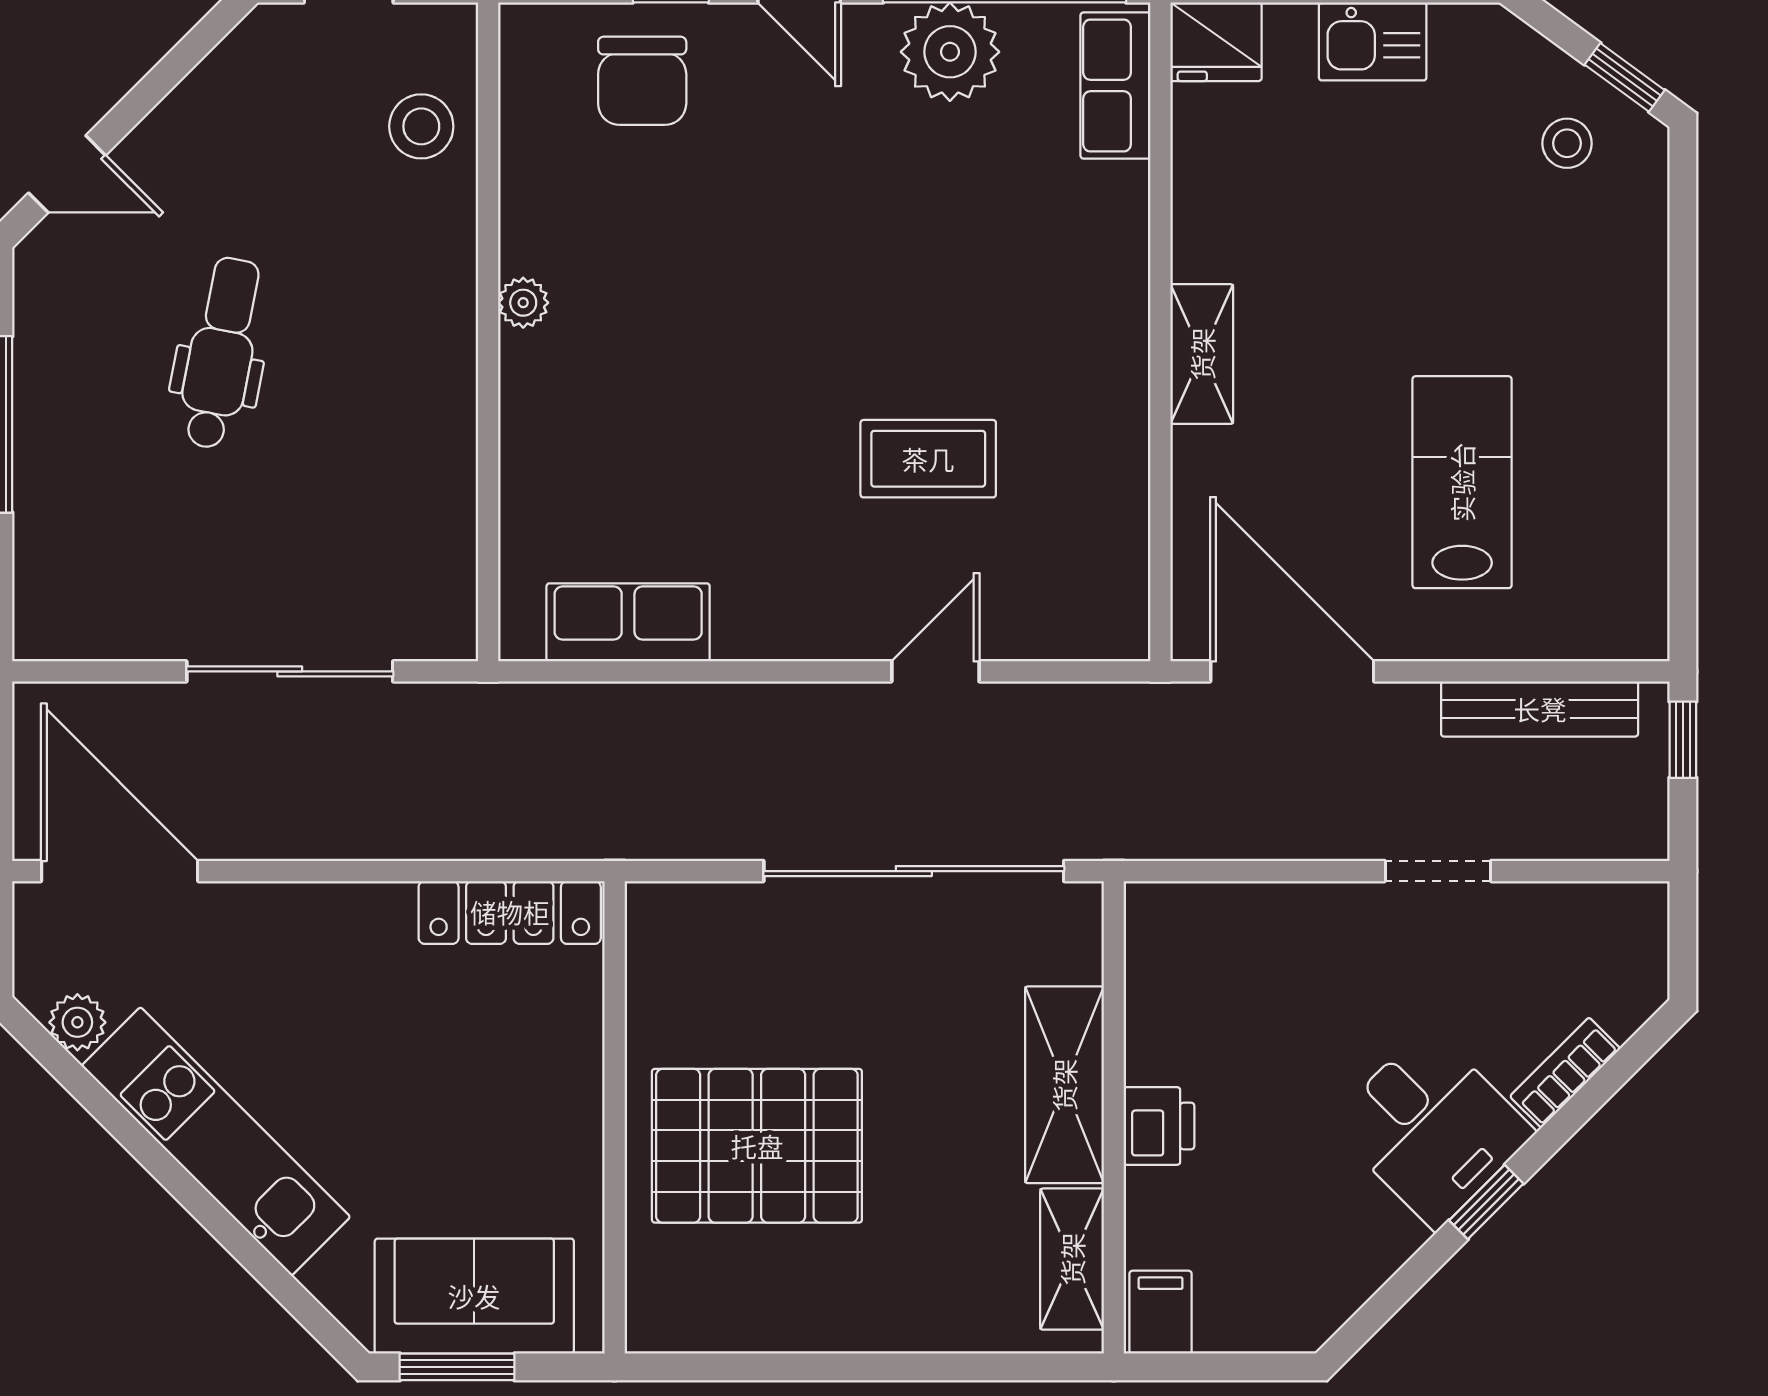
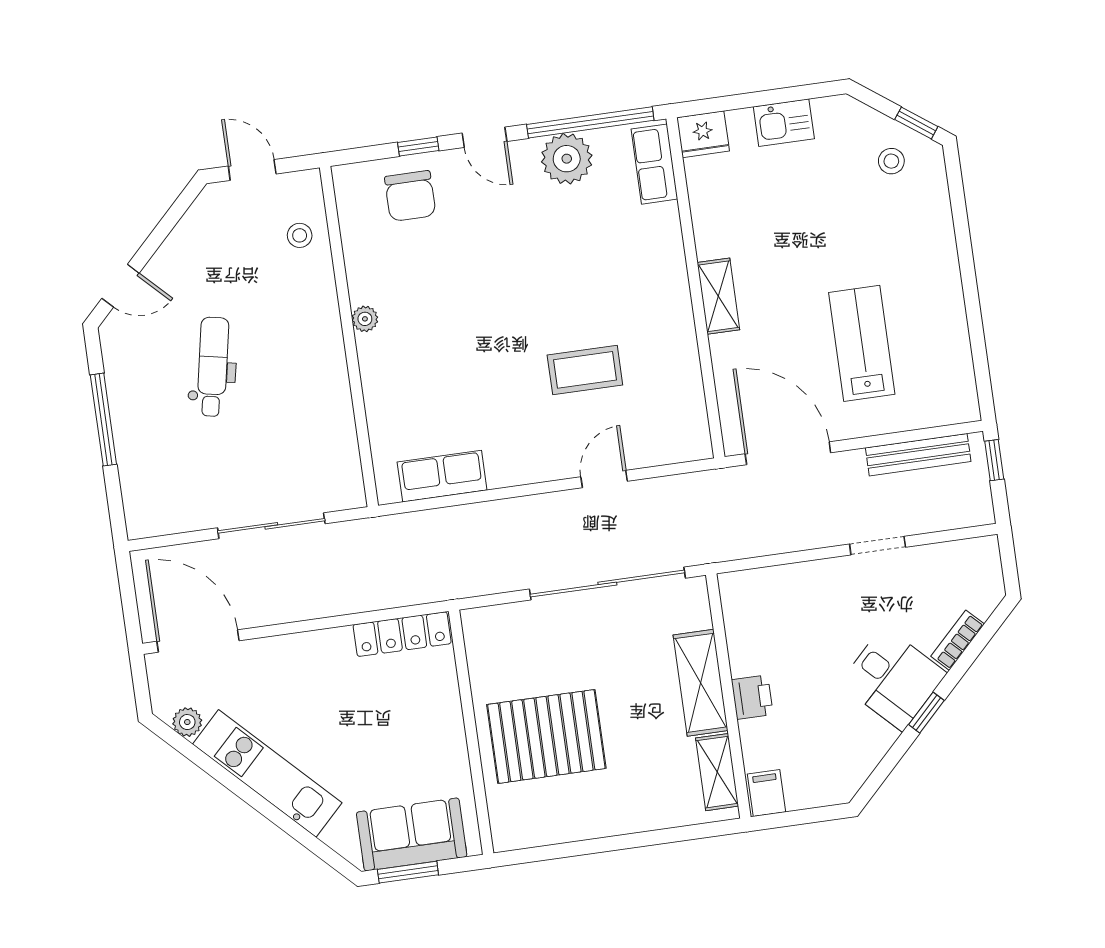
stool: (421, 126) -> (300, 235), width x0.73, depth x0.73

